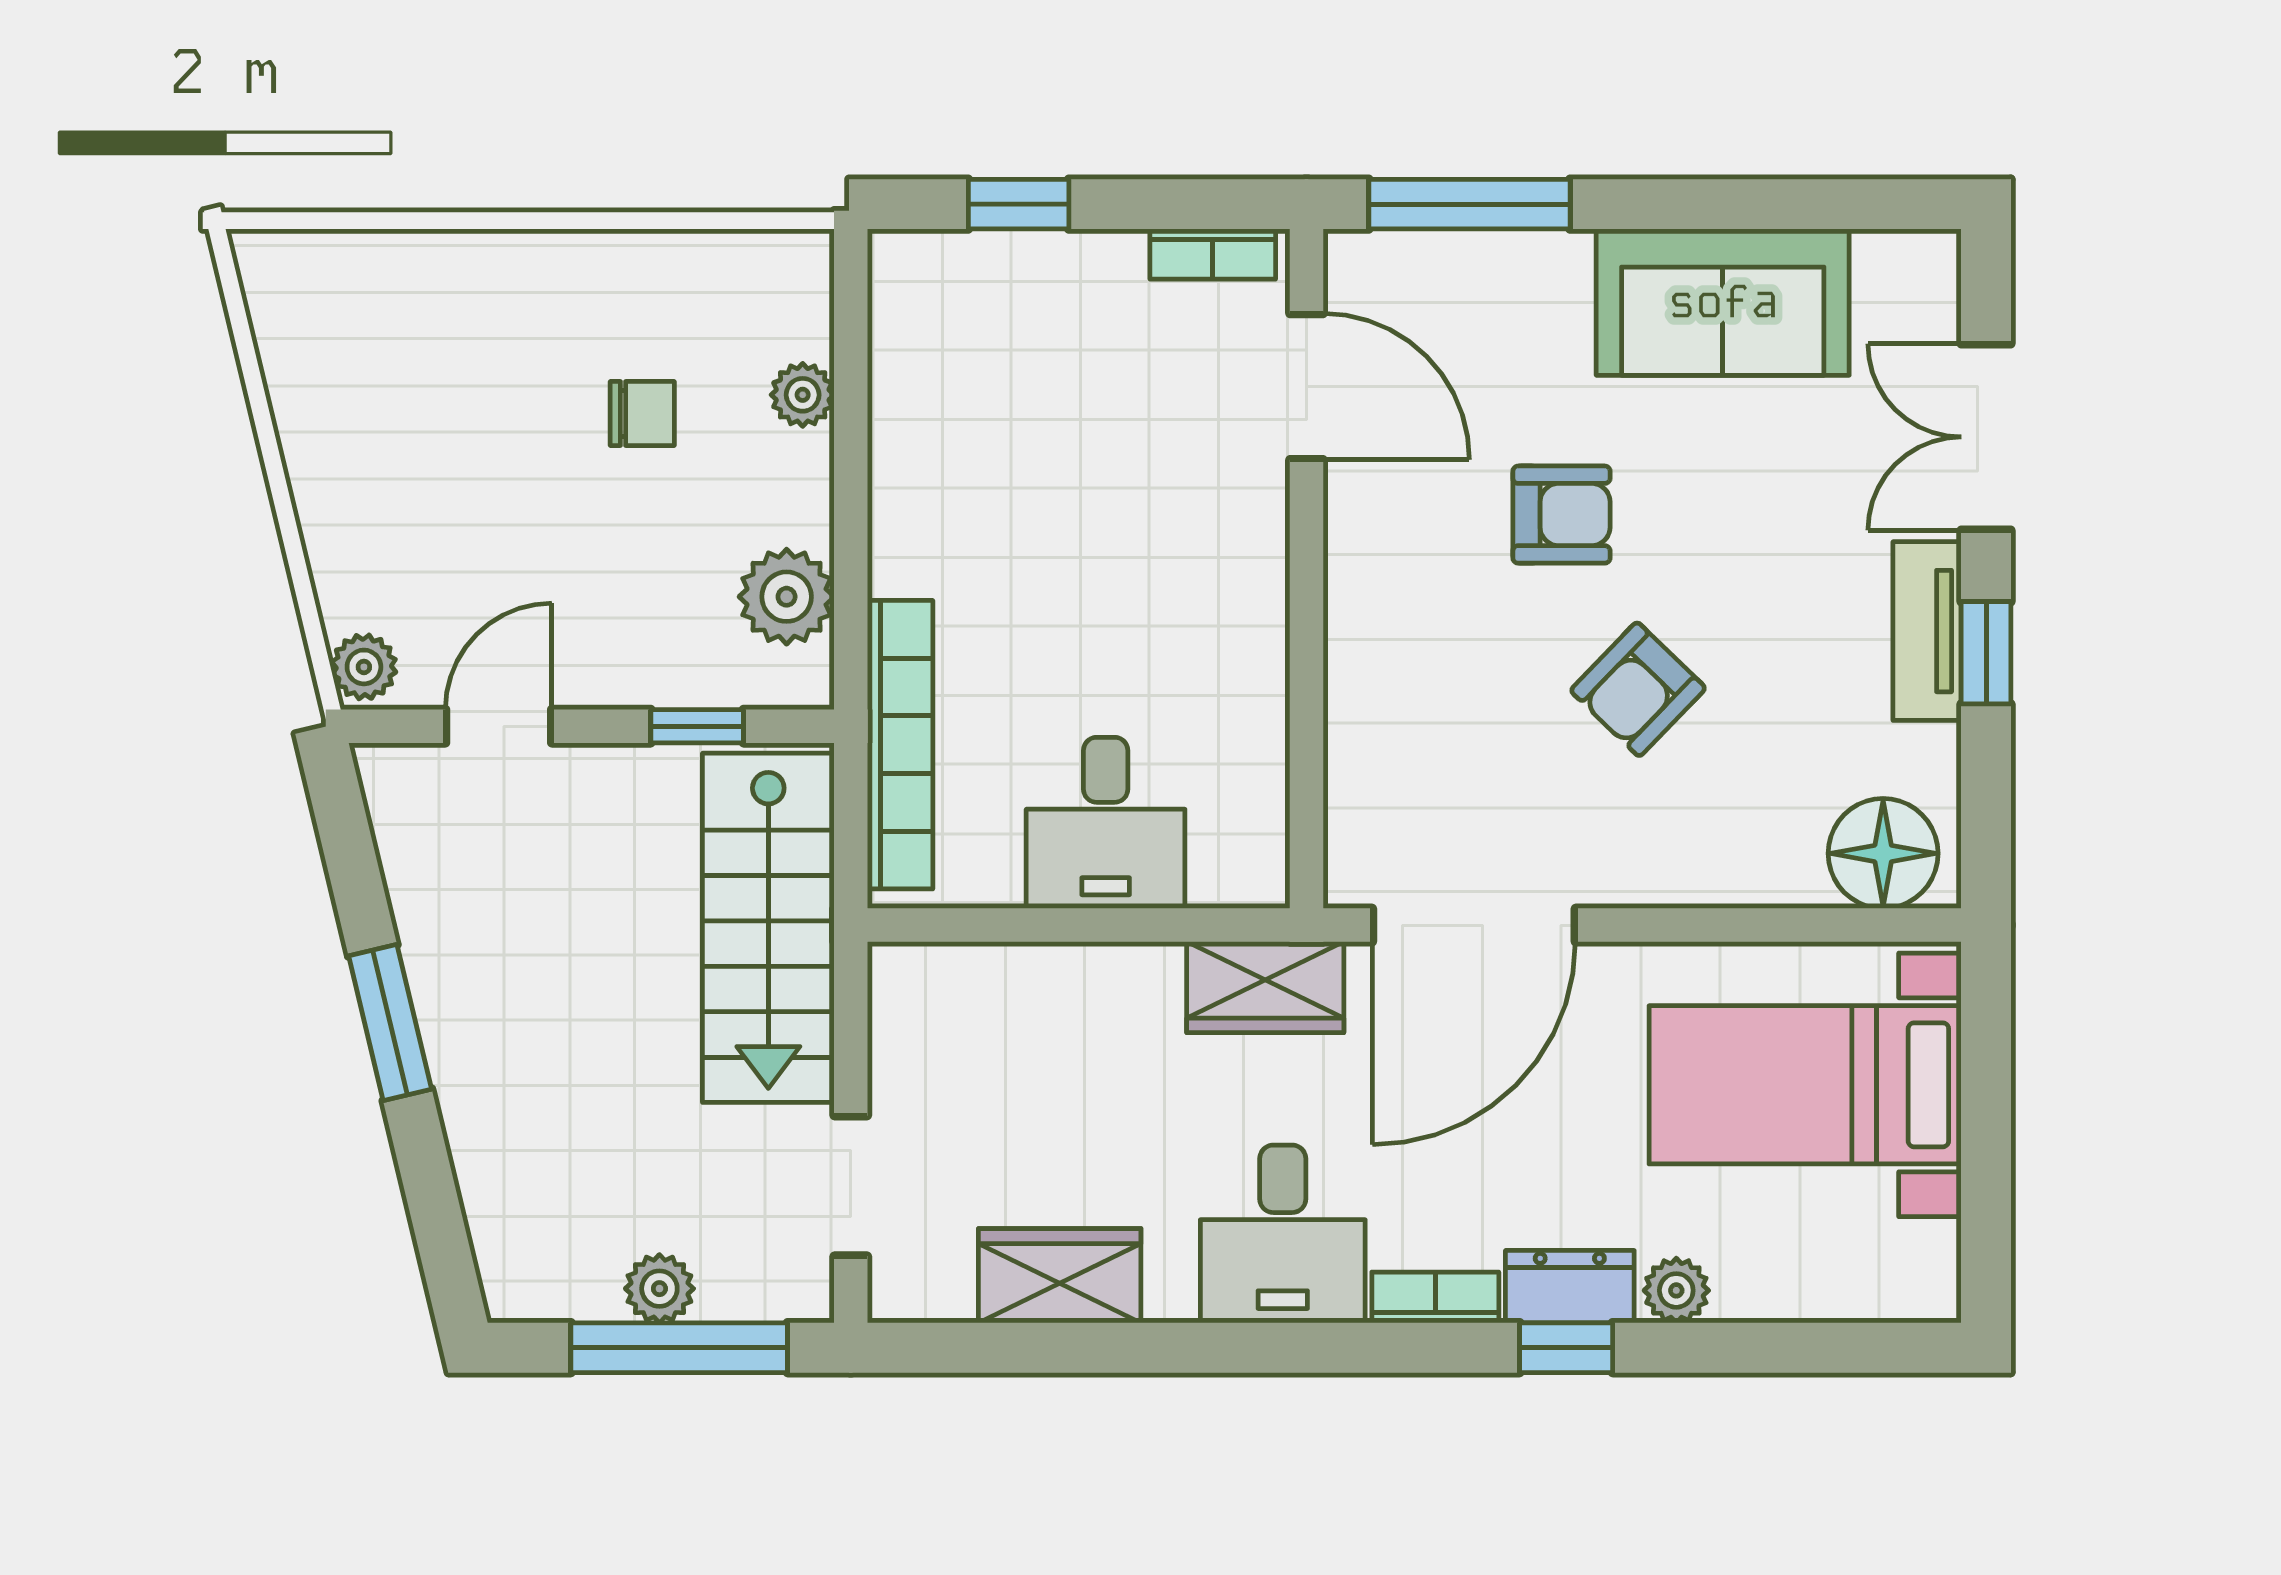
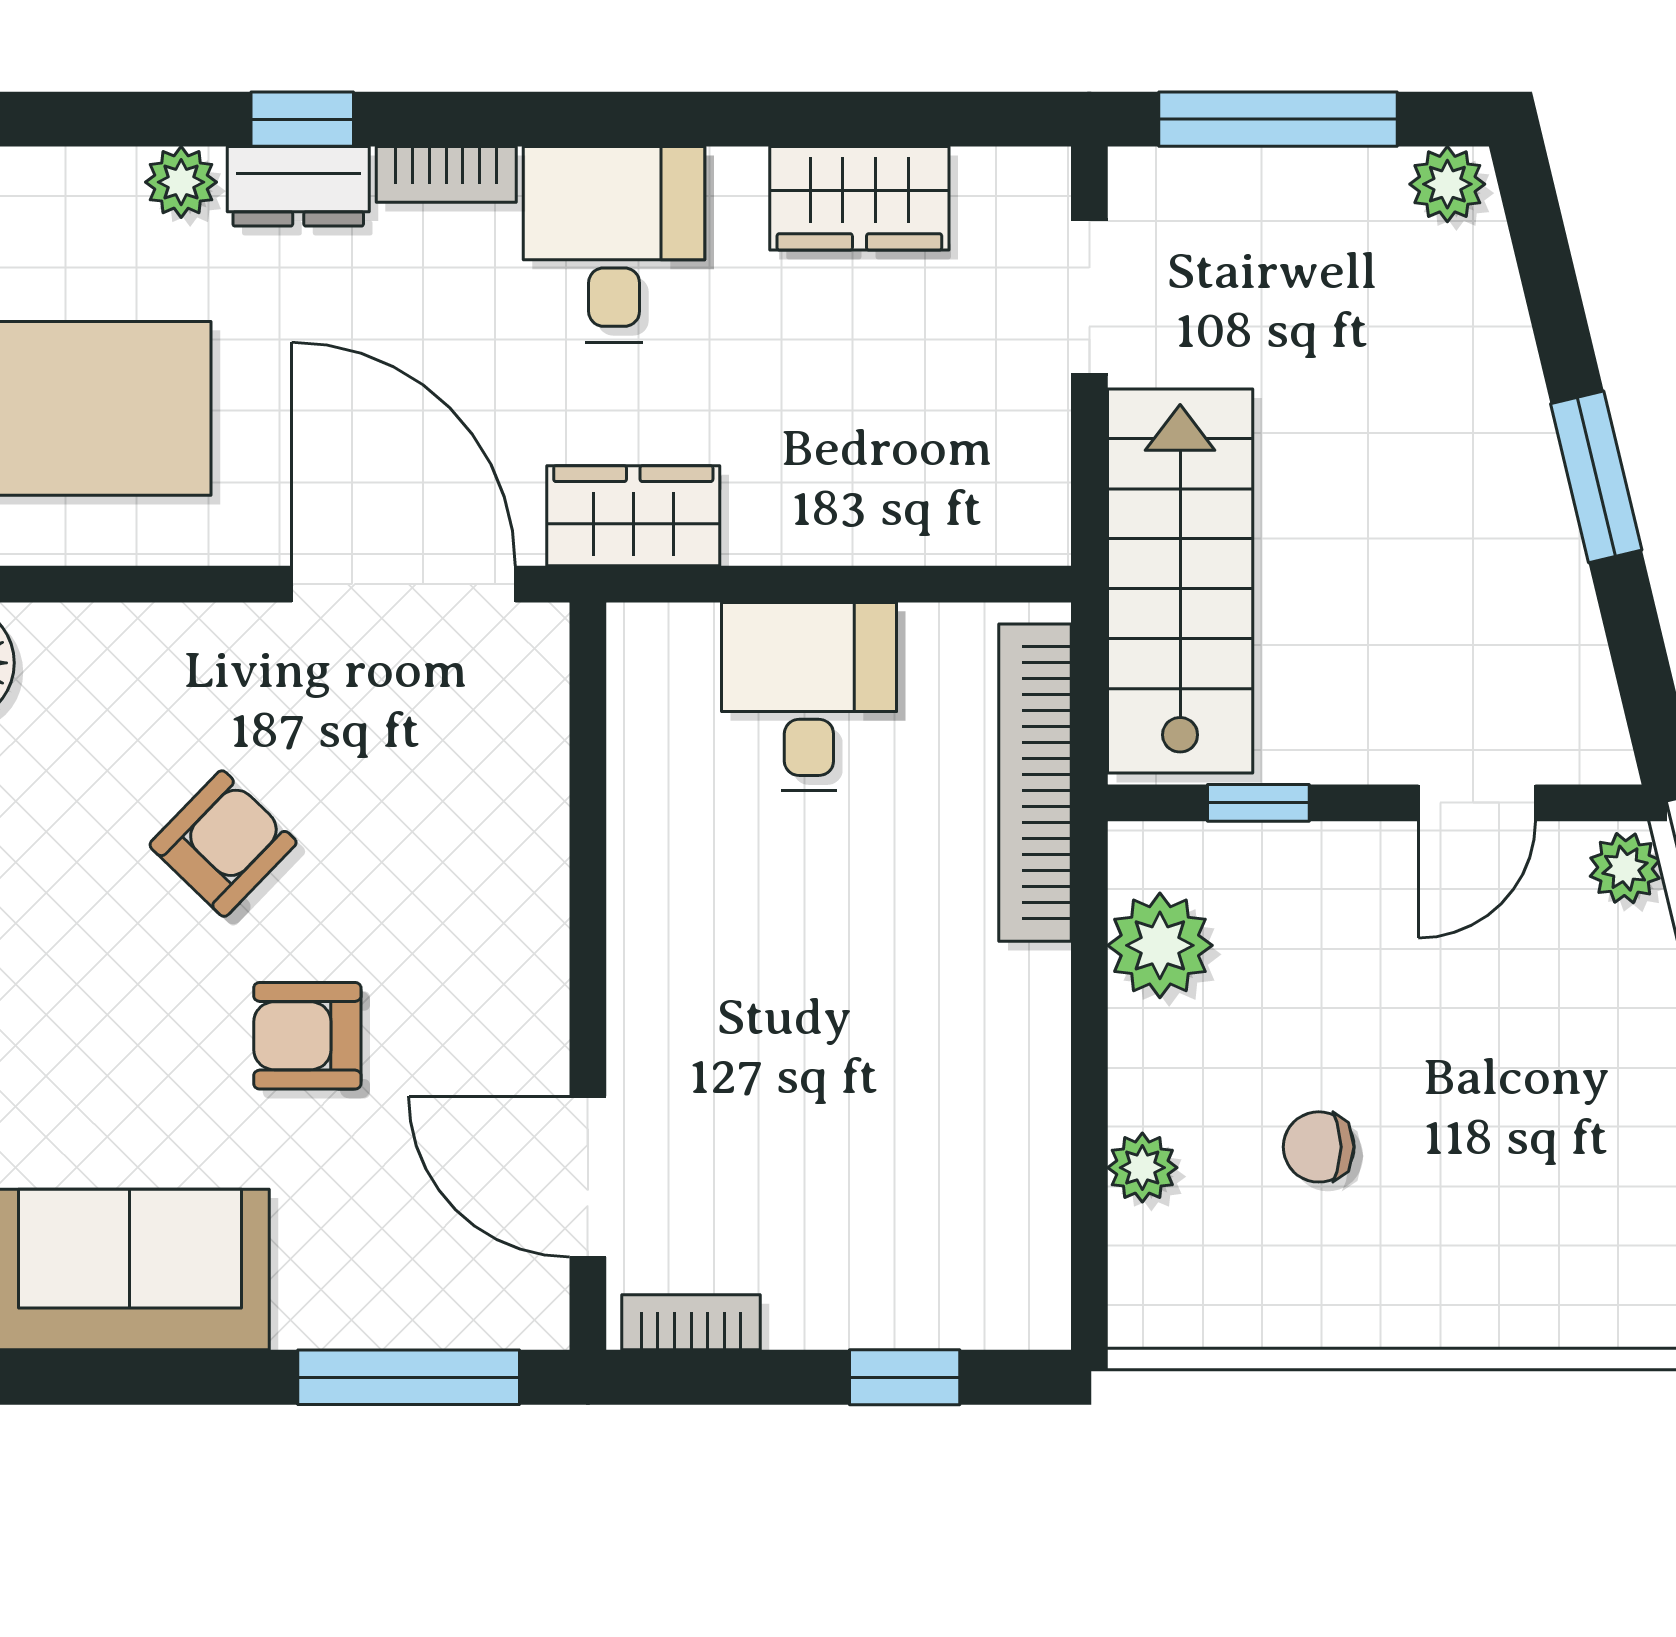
door: (1474, 925) -> (404, 584), hinge flipped
plant: (659, 1289) -> (1447, 184), moved

